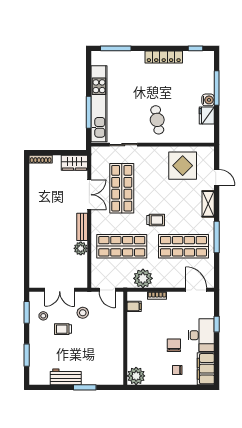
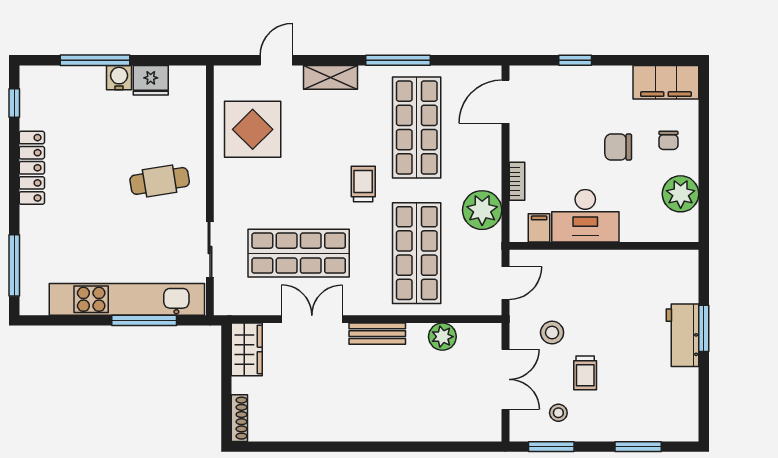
plant: (81, 248) -> (442, 337), moved
desk: (201, 335) -> (585, 216), moved, turned 180
plant: (136, 376) -> (681, 194), moved
workbench: (66, 377) -> (682, 335), moved

